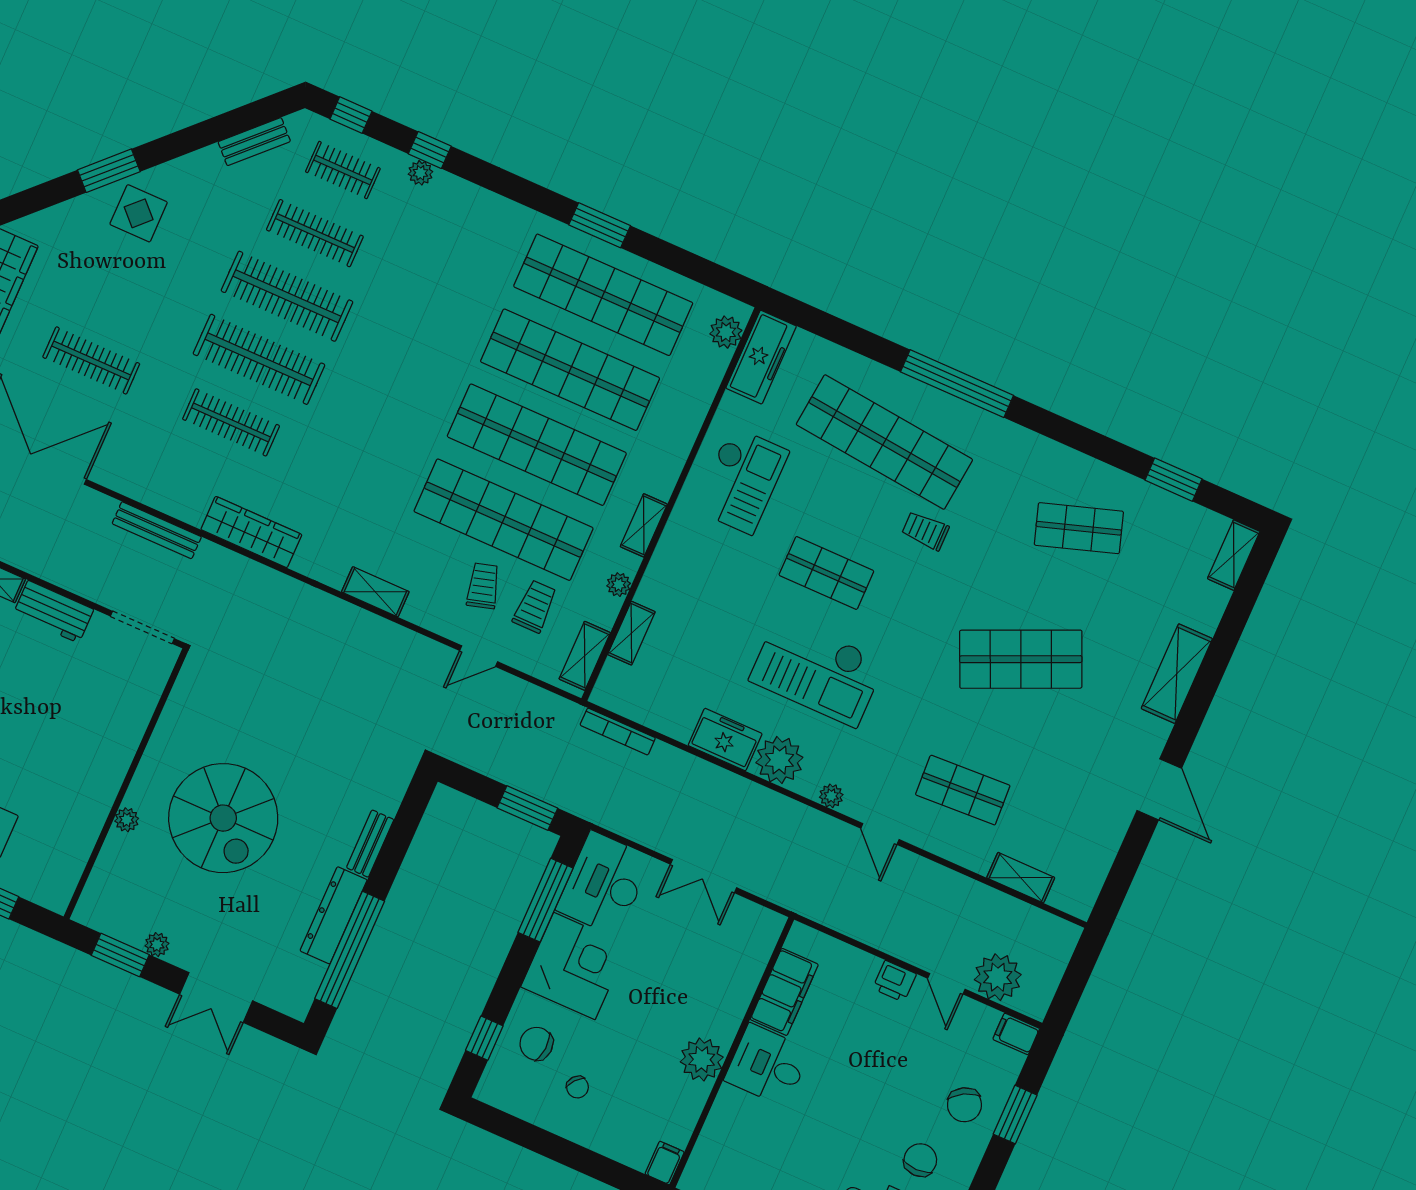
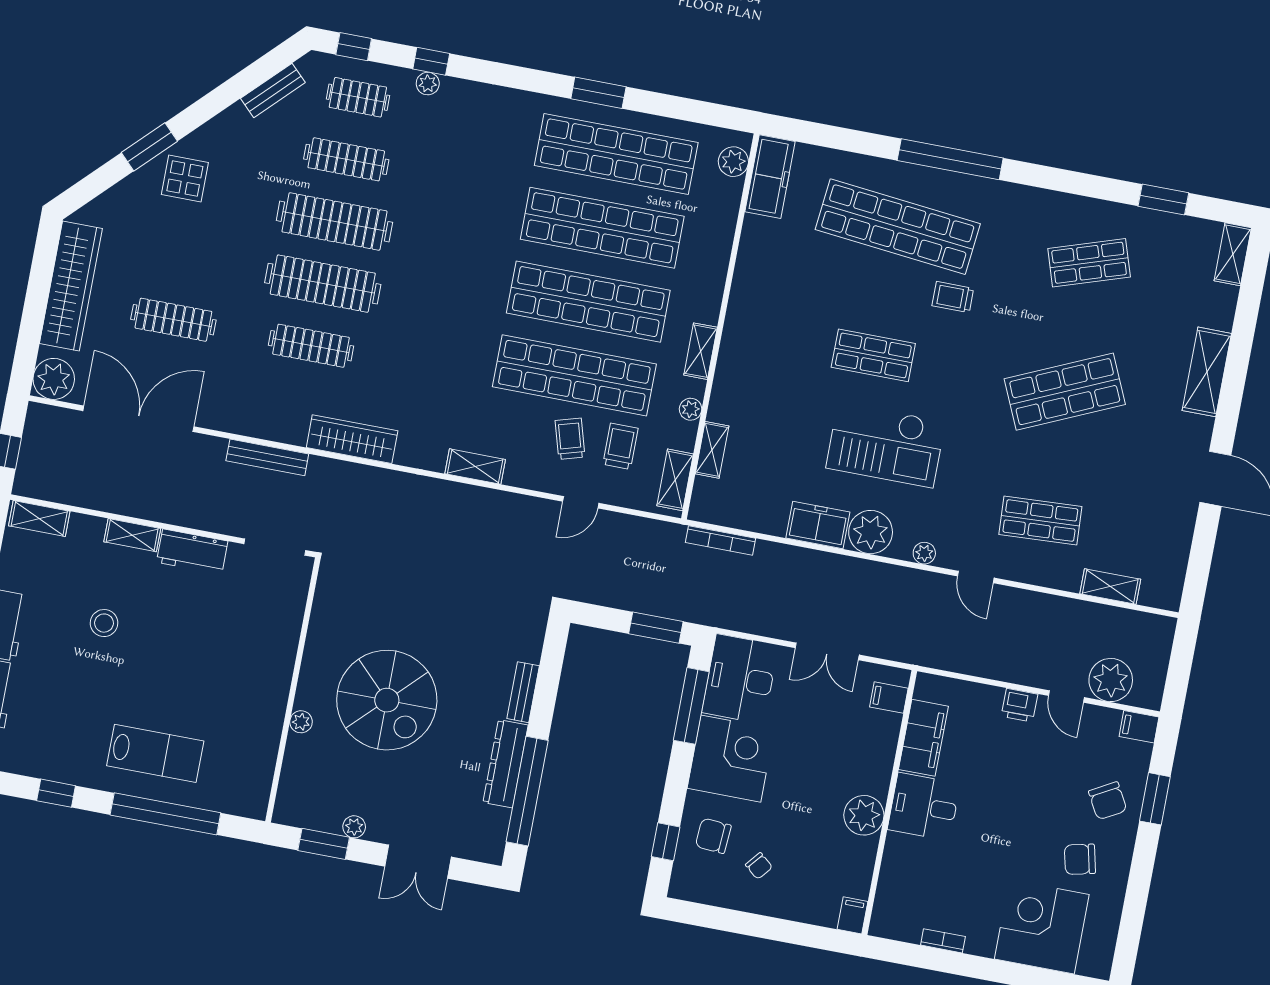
checkout: (741, 480) -> (778, 291), removed
filing cabinet: (758, 940) -> (889, 698), added
chair: (920, 1160) -> (1080, 859), turned -103

